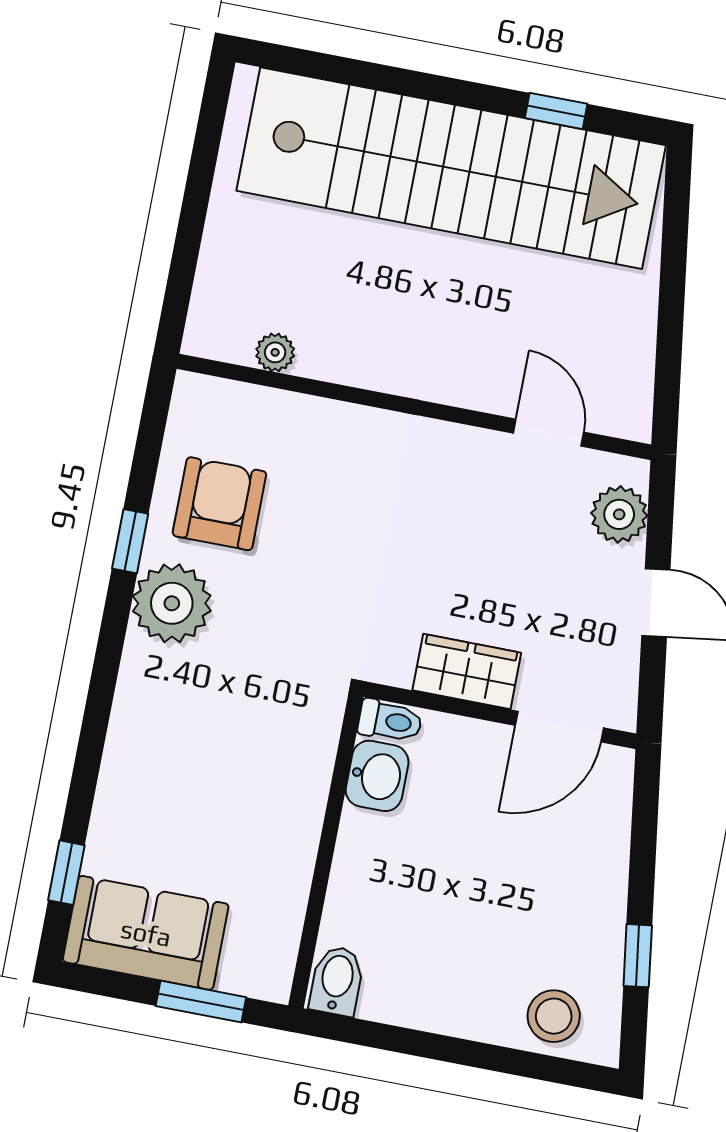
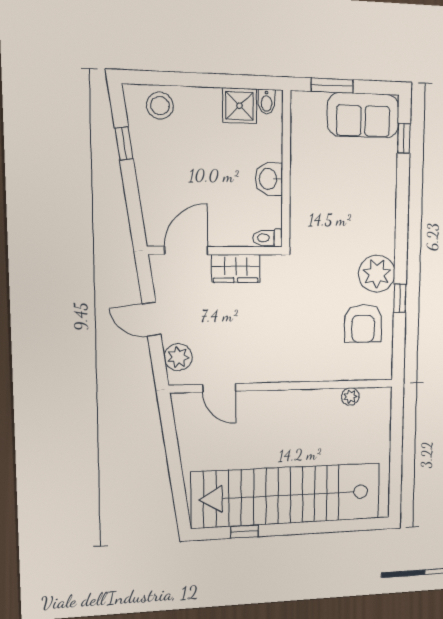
washbasin: (377, 776) -> (269, 179), moved
bidet: (337, 981) -> (266, 102), width x0.72, depth x0.74
shower: (397, 991) -> (239, 106), added

